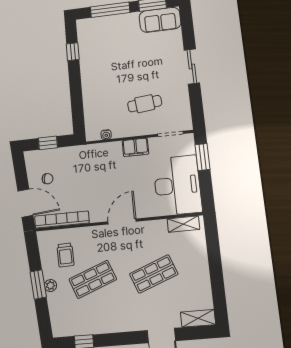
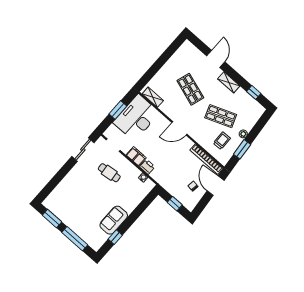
sofa: (160, 20) -> (114, 220), moved, turned -90
sliding door: (192, 67) -> (83, 150), moved
printer: (113, 149) -> (147, 167), added
window: (203, 157) -> (118, 110), moved
shop shelf: (154, 274) -> (190, 89), turned 39
window: (38, 284) -> (242, 149), moved
shelving: (198, 318) -> (229, 82), moved

